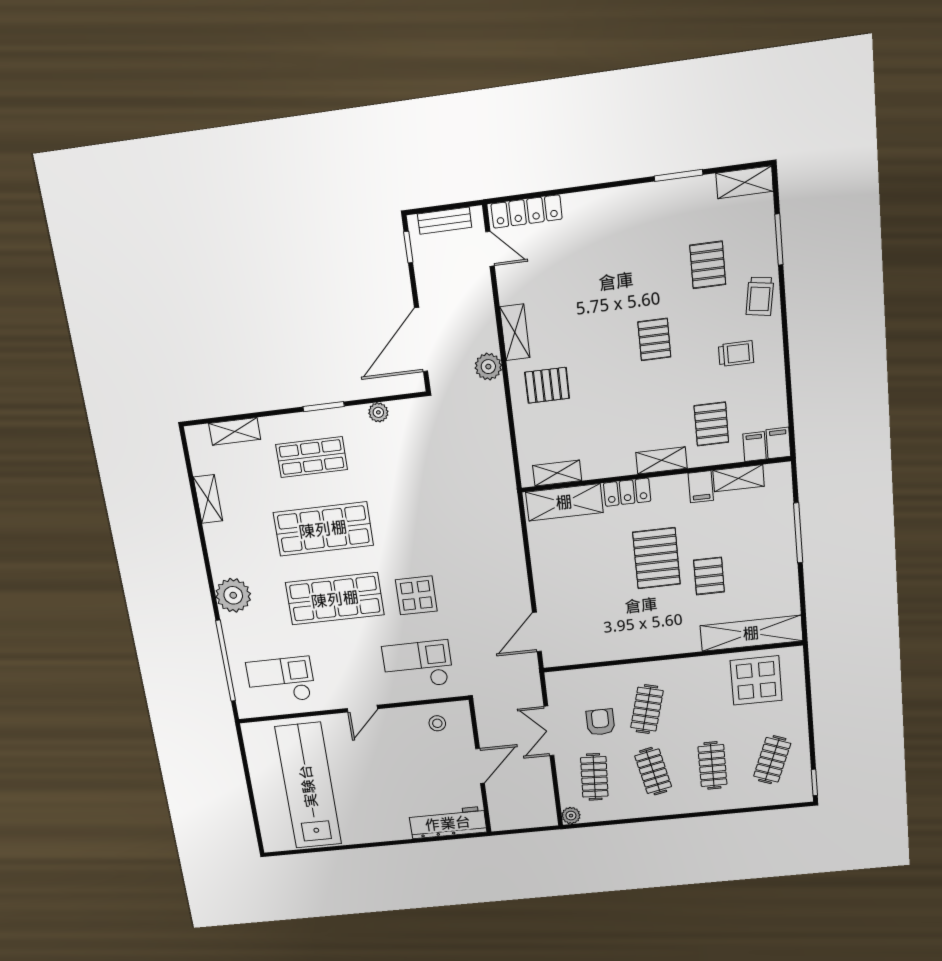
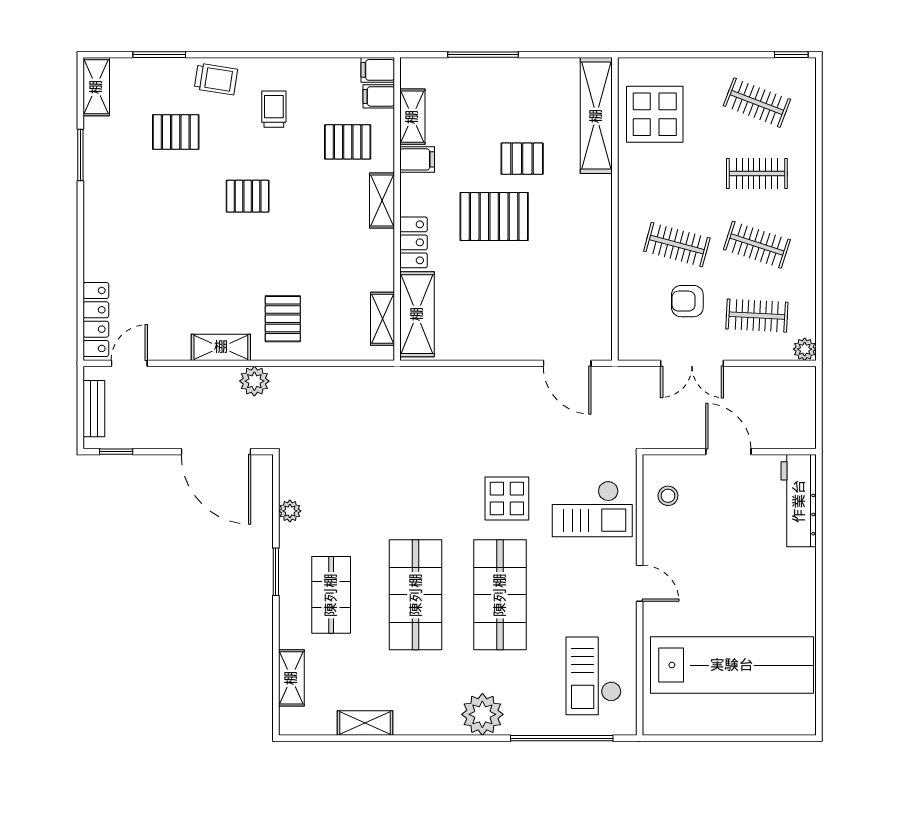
checkout: (418, 665) -> (592, 509), turned -90
clothes rail: (653, 771) -> (757, 245), turned 30
lab bench: (308, 786) -> (732, 665), turned 180

